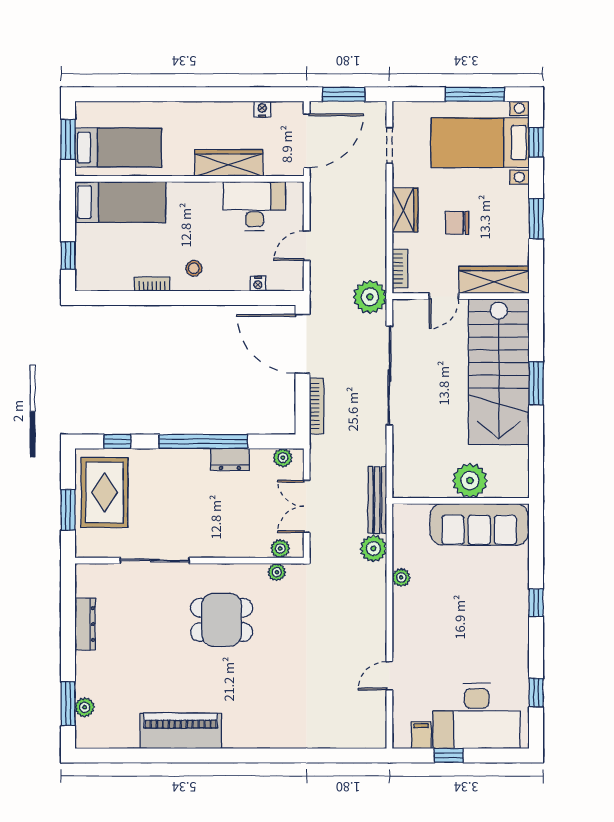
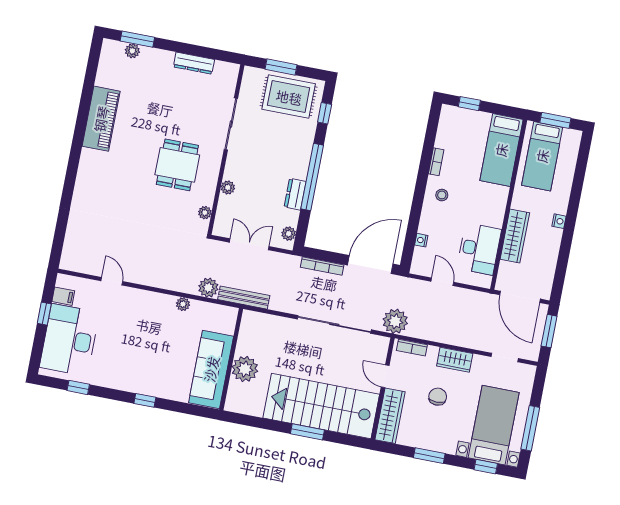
nightstand: (262, 109) -> (559, 221), moved
plant: (280, 549) -> (228, 187), moved

